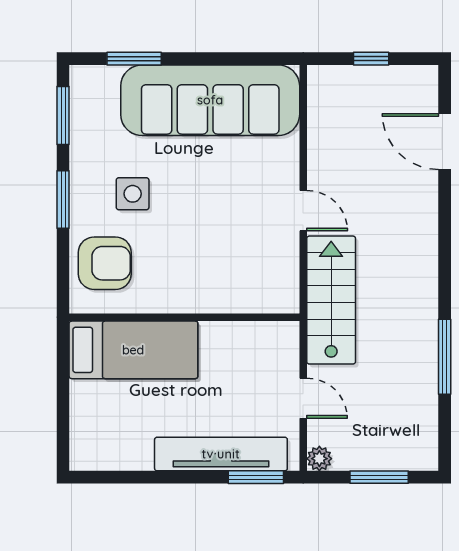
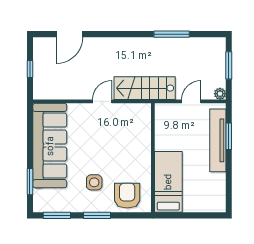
window: (256, 477) -> (229, 136), moved

